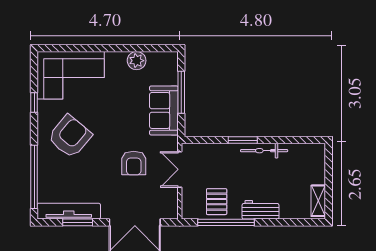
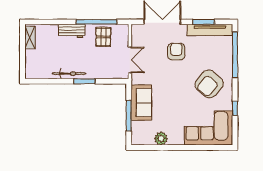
armchair: (134, 163) -> (176, 52), moved

